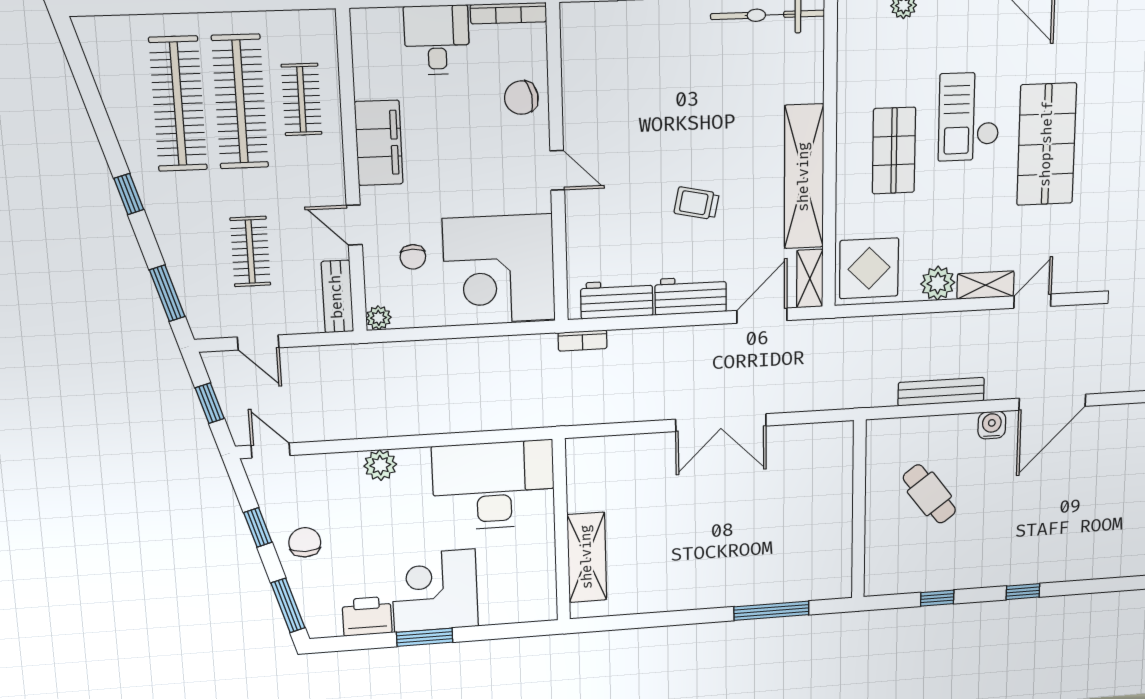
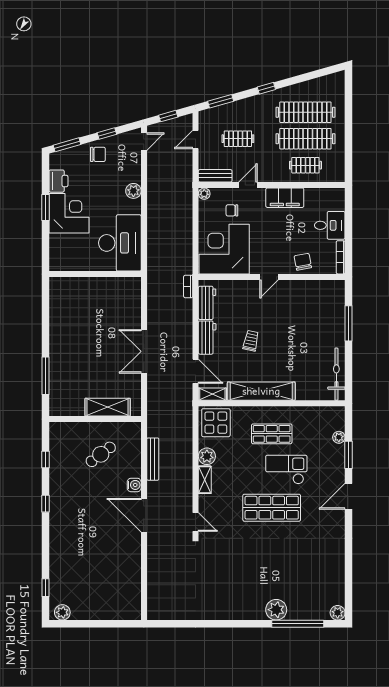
door: (1032, 301) -> (196, 522), moved
shelving: (587, 557) -> (108, 407), moved

